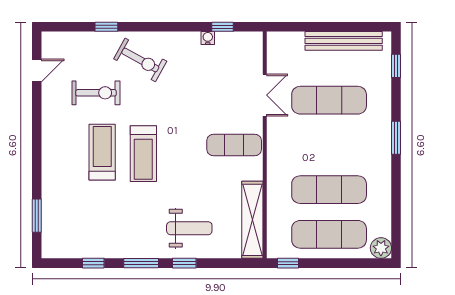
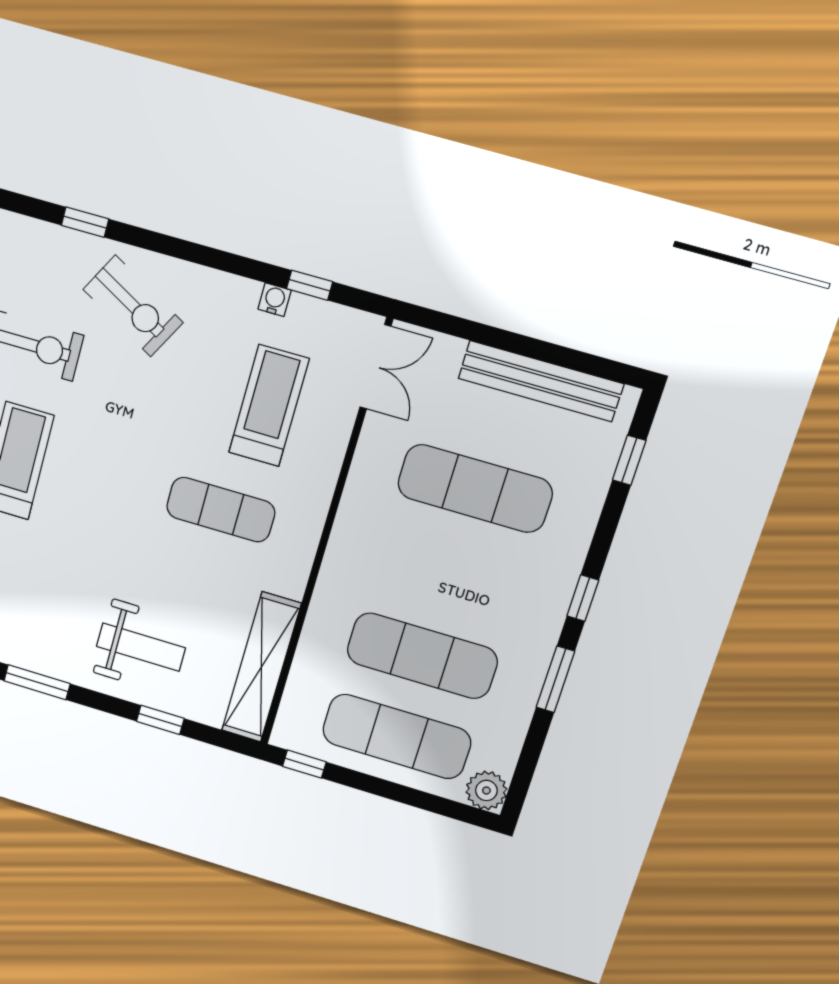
double door: (265, 95) -> (375, 367), moved
window: (396, 138) -> (583, 598), width x0.67
exercise mat: (234, 145) -> (221, 510), moved
treadmill: (143, 154) -> (269, 406), moved, turned 180
window: (396, 182) -> (555, 679), added
window: (184, 263) -> (160, 720), moved

